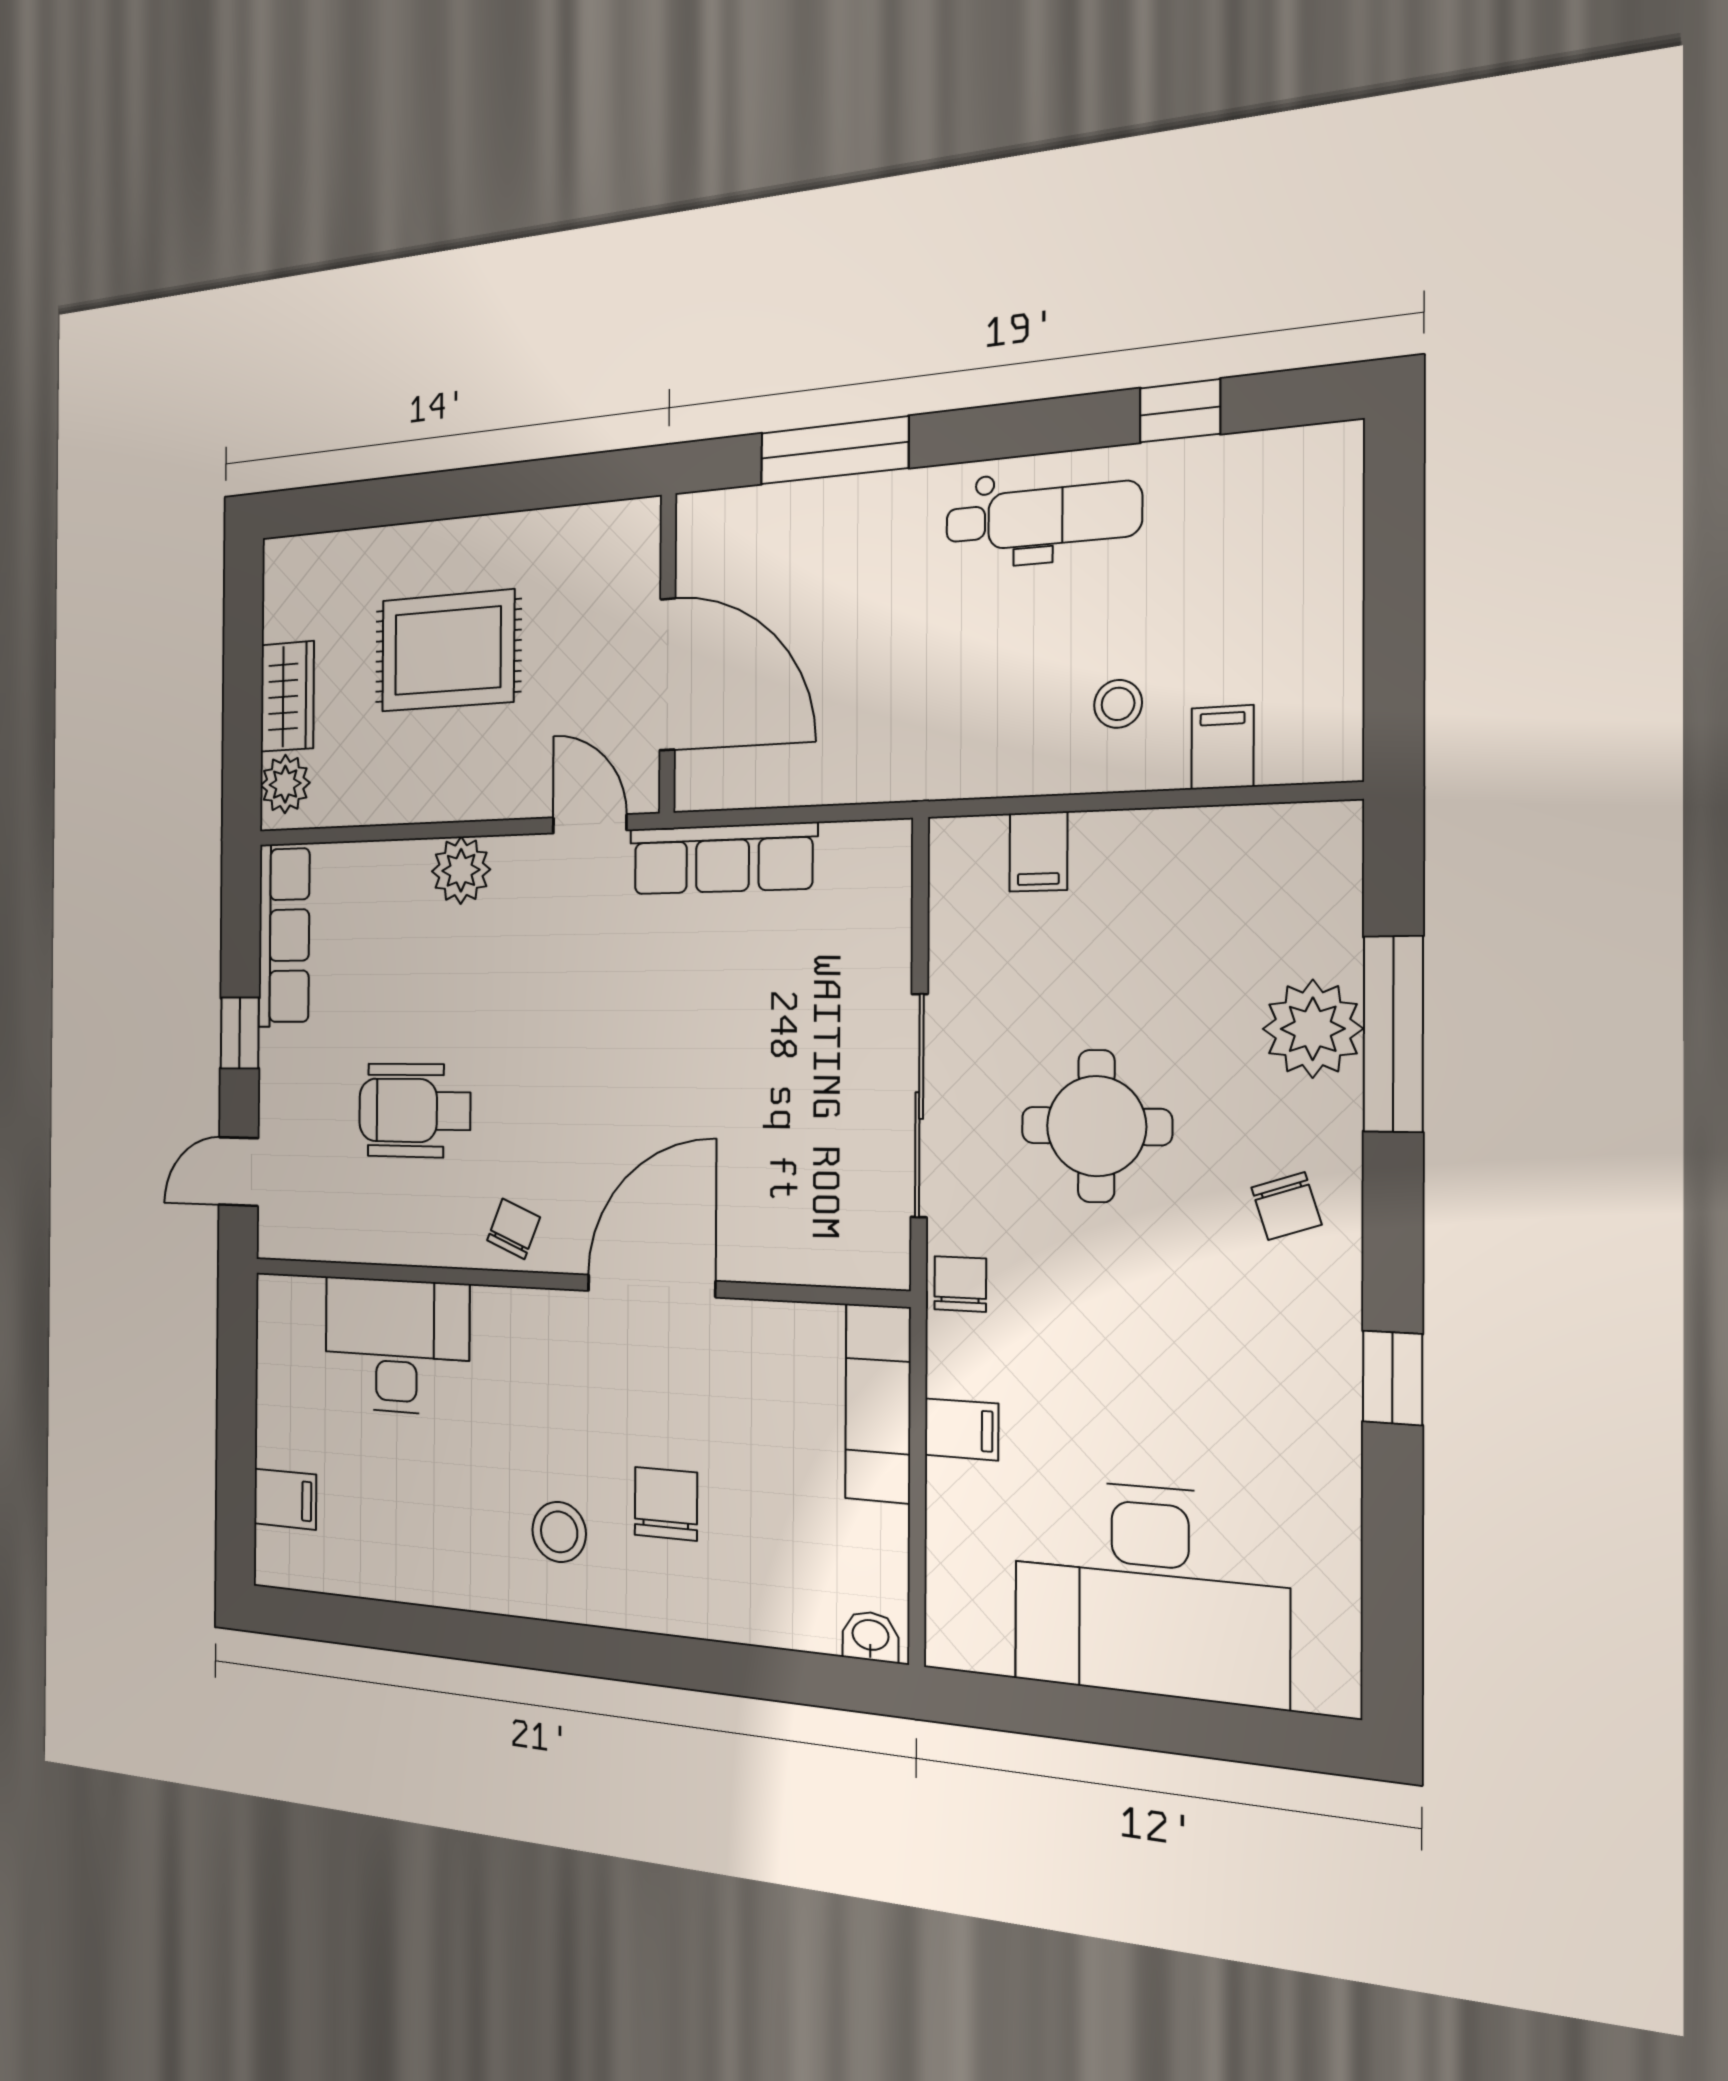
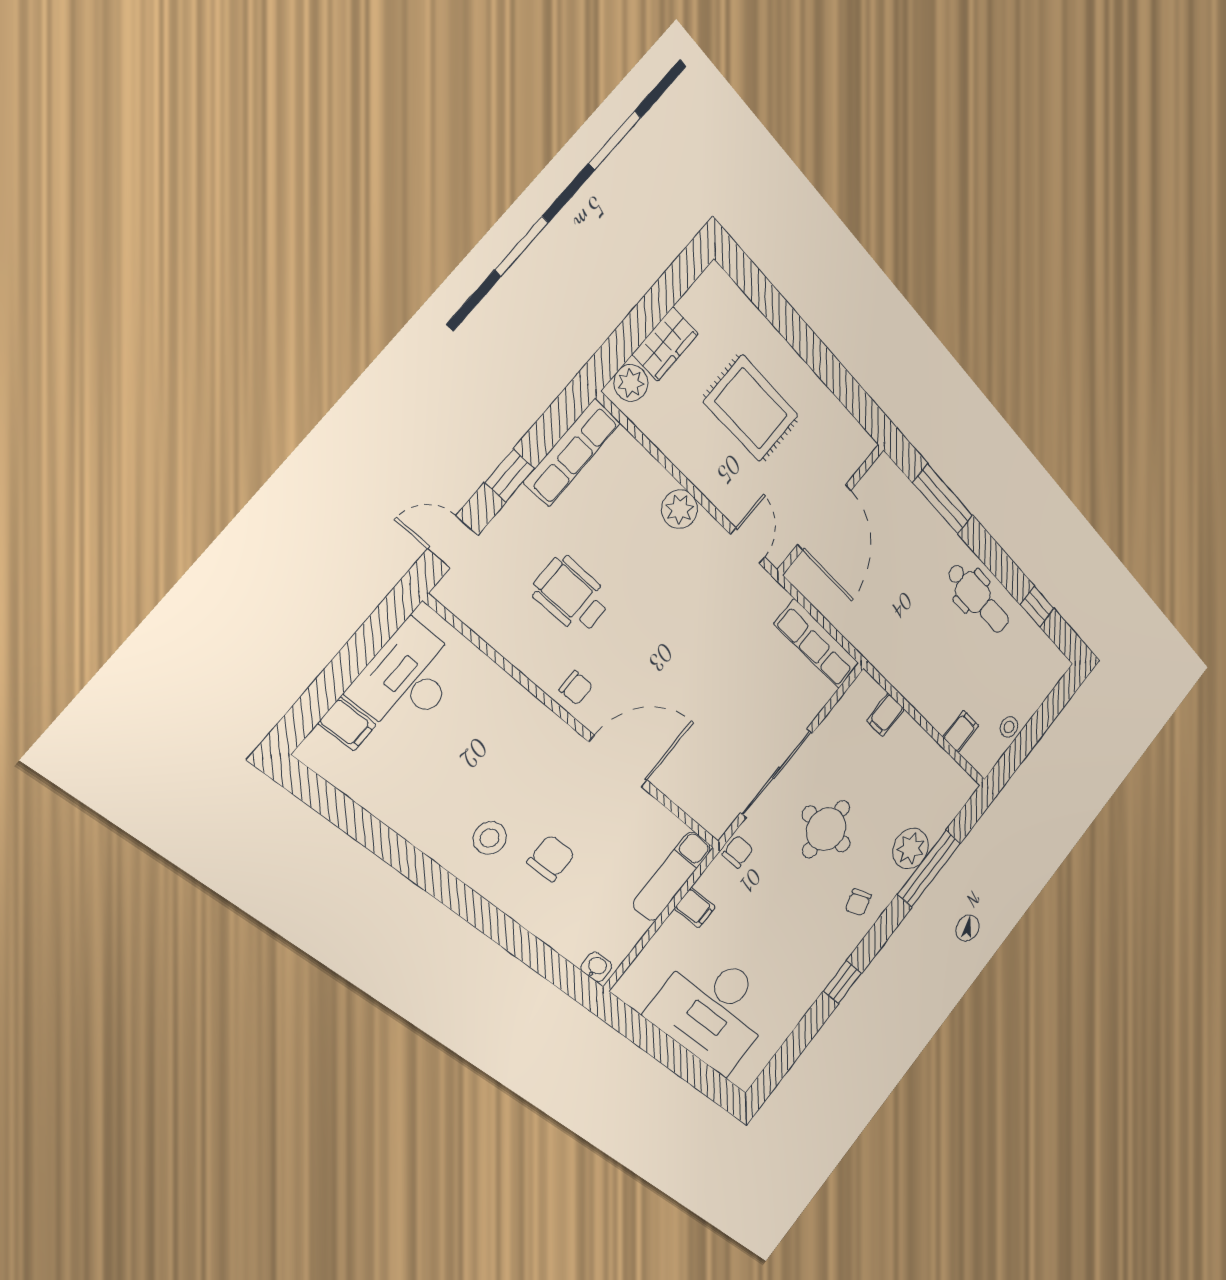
stool: (1118, 704) -> (1009, 727), moved
row of seats: (722, 859) -> (817, 644), moved
chair: (513, 1229) -> (576, 688), turned 68
desk: (397, 1346) -> (407, 679), moved, turned -90

